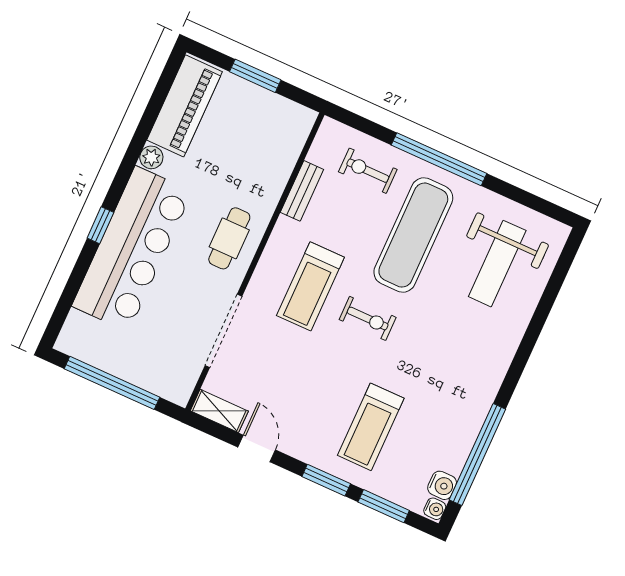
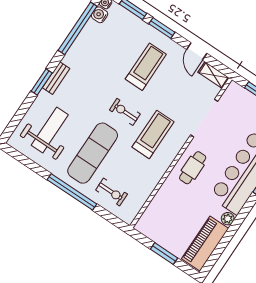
bench: (302, 191) -> (56, 78), moved
window: (526, 347) -> (42, 82), added
treadmill: (371, 427) -> (146, 67), moved

